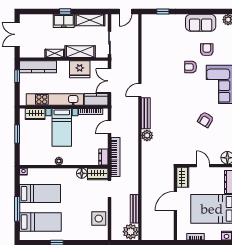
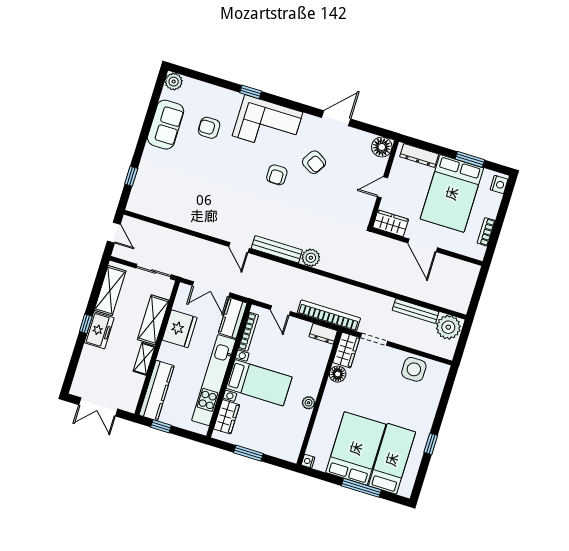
armchair: (191, 67) -> (277, 175), moved
bed: (40, 194) -> (356, 448), width x1.50

